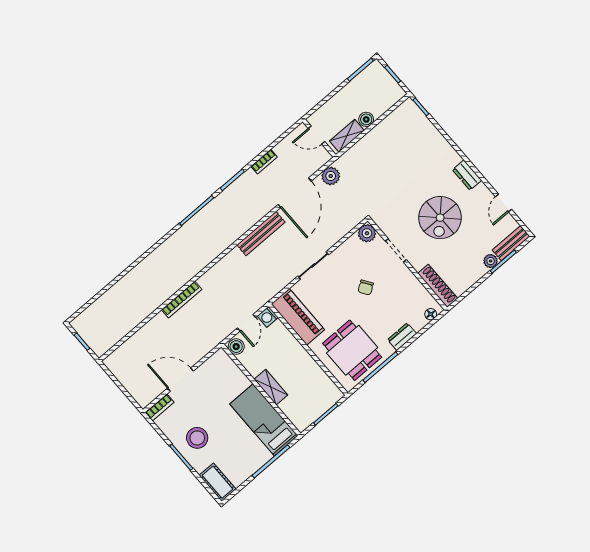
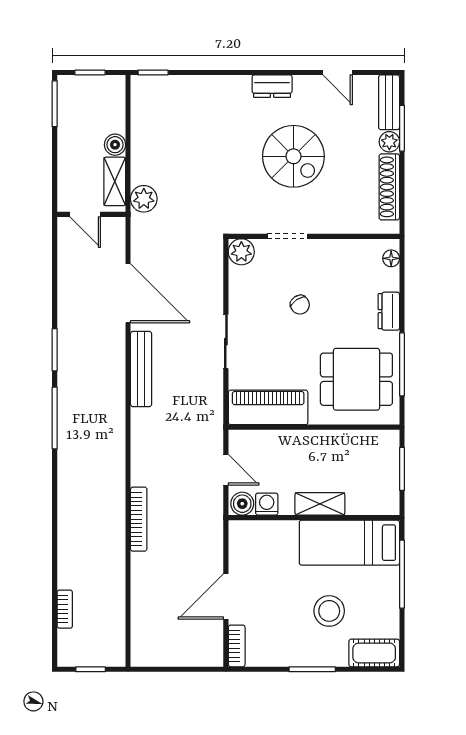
door: (317, 135) -> (85, 214), hinge flipped
bookcase: (264, 162) -> (65, 609), moved
plant: (331, 176) -> (144, 199), moved
shoe rack: (438, 286) -> (389, 187), moved, turned -90
washing machine: (268, 317) -> (267, 504), moved, turned 180
stool: (197, 438) -> (329, 611), moved

